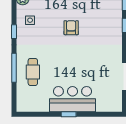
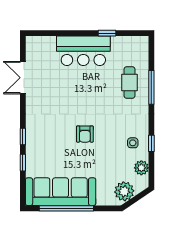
window: (14, 32) -> (151, 143), moved
window: (69, 114) -> (107, 33), moved

